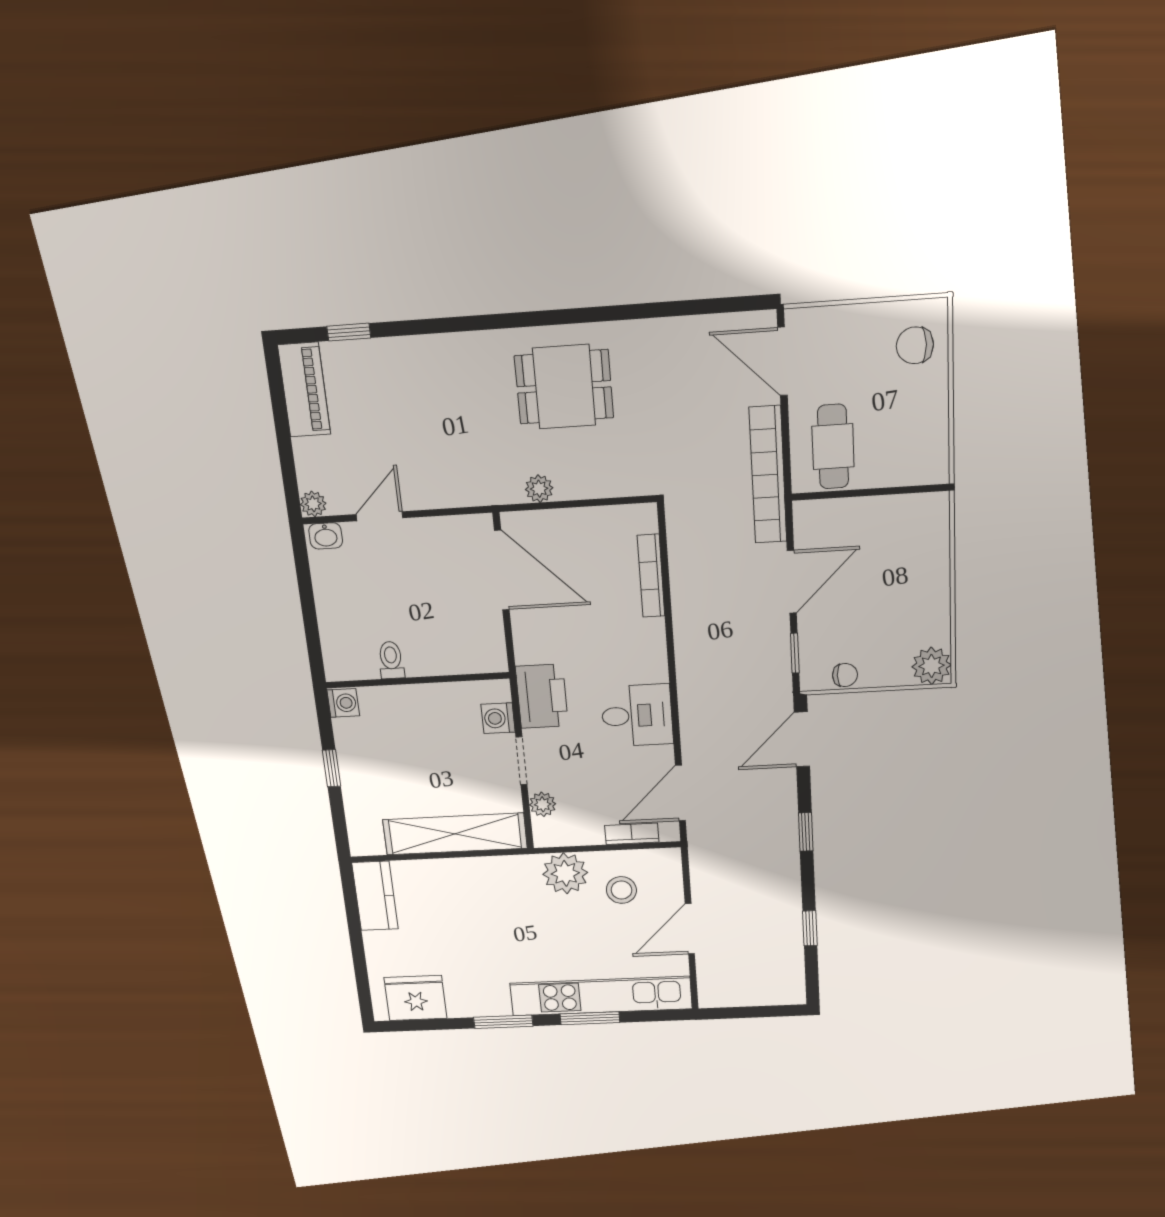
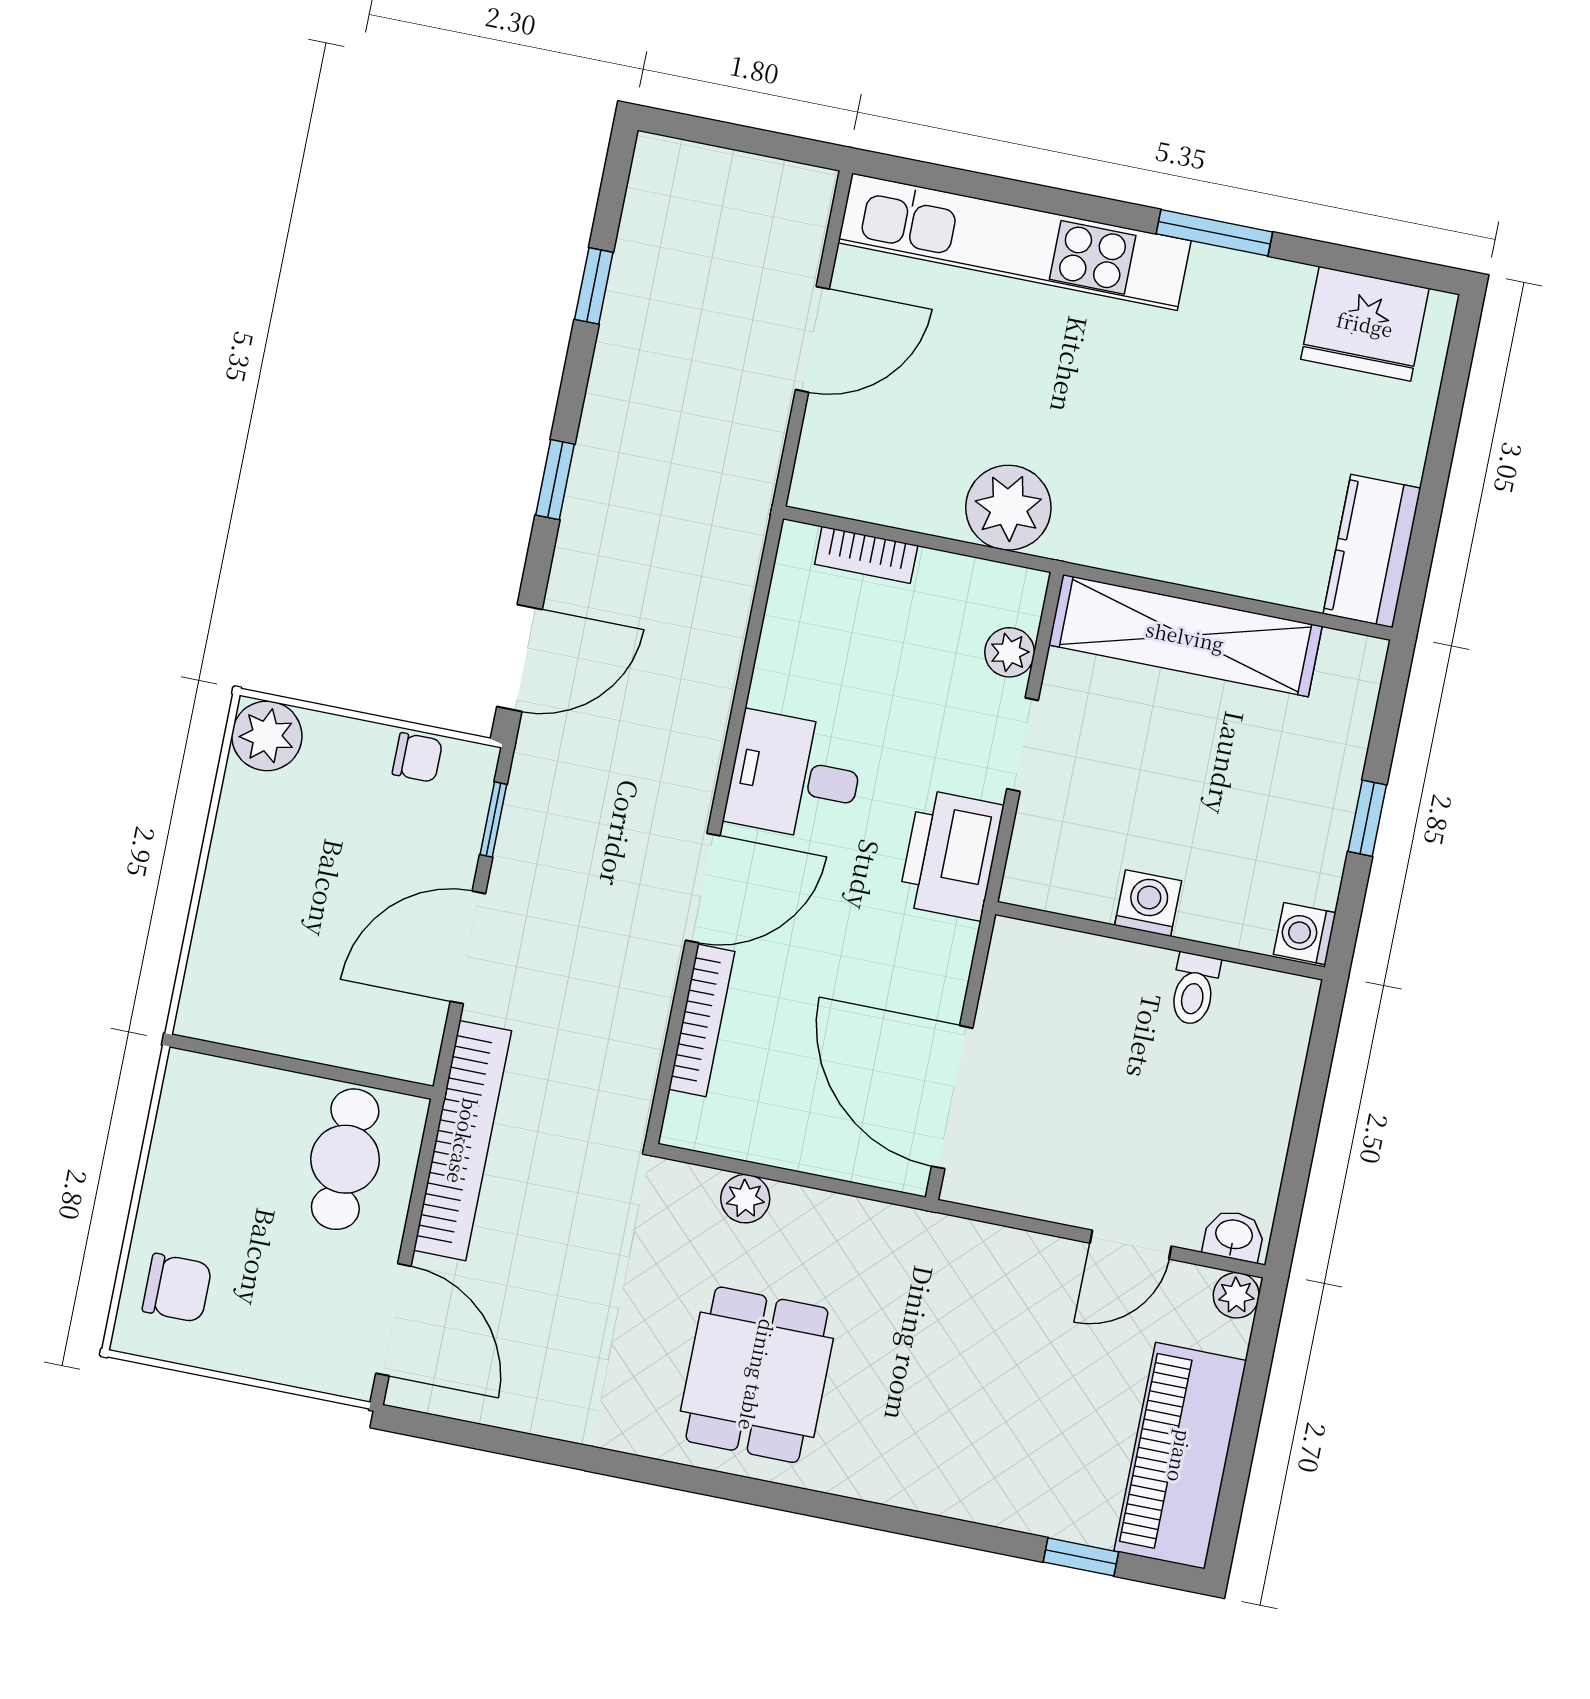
dining table: (564, 387) -> (757, 1375), turned 90
piano: (304, 390) -> (1180, 1456), width x1.37, depth x1.33
plant: (539, 489) -> (745, 1199), moved
chair: (845, 675) -> (417, 758), turned 180
washing machine: (498, 718) -> (1148, 903), moved, turned -90
door: (680, 793) -> (703, 888), moved
stool: (621, 890) -> (916, 449), removed
window: (590, 1018) -> (1049, 200), removed

